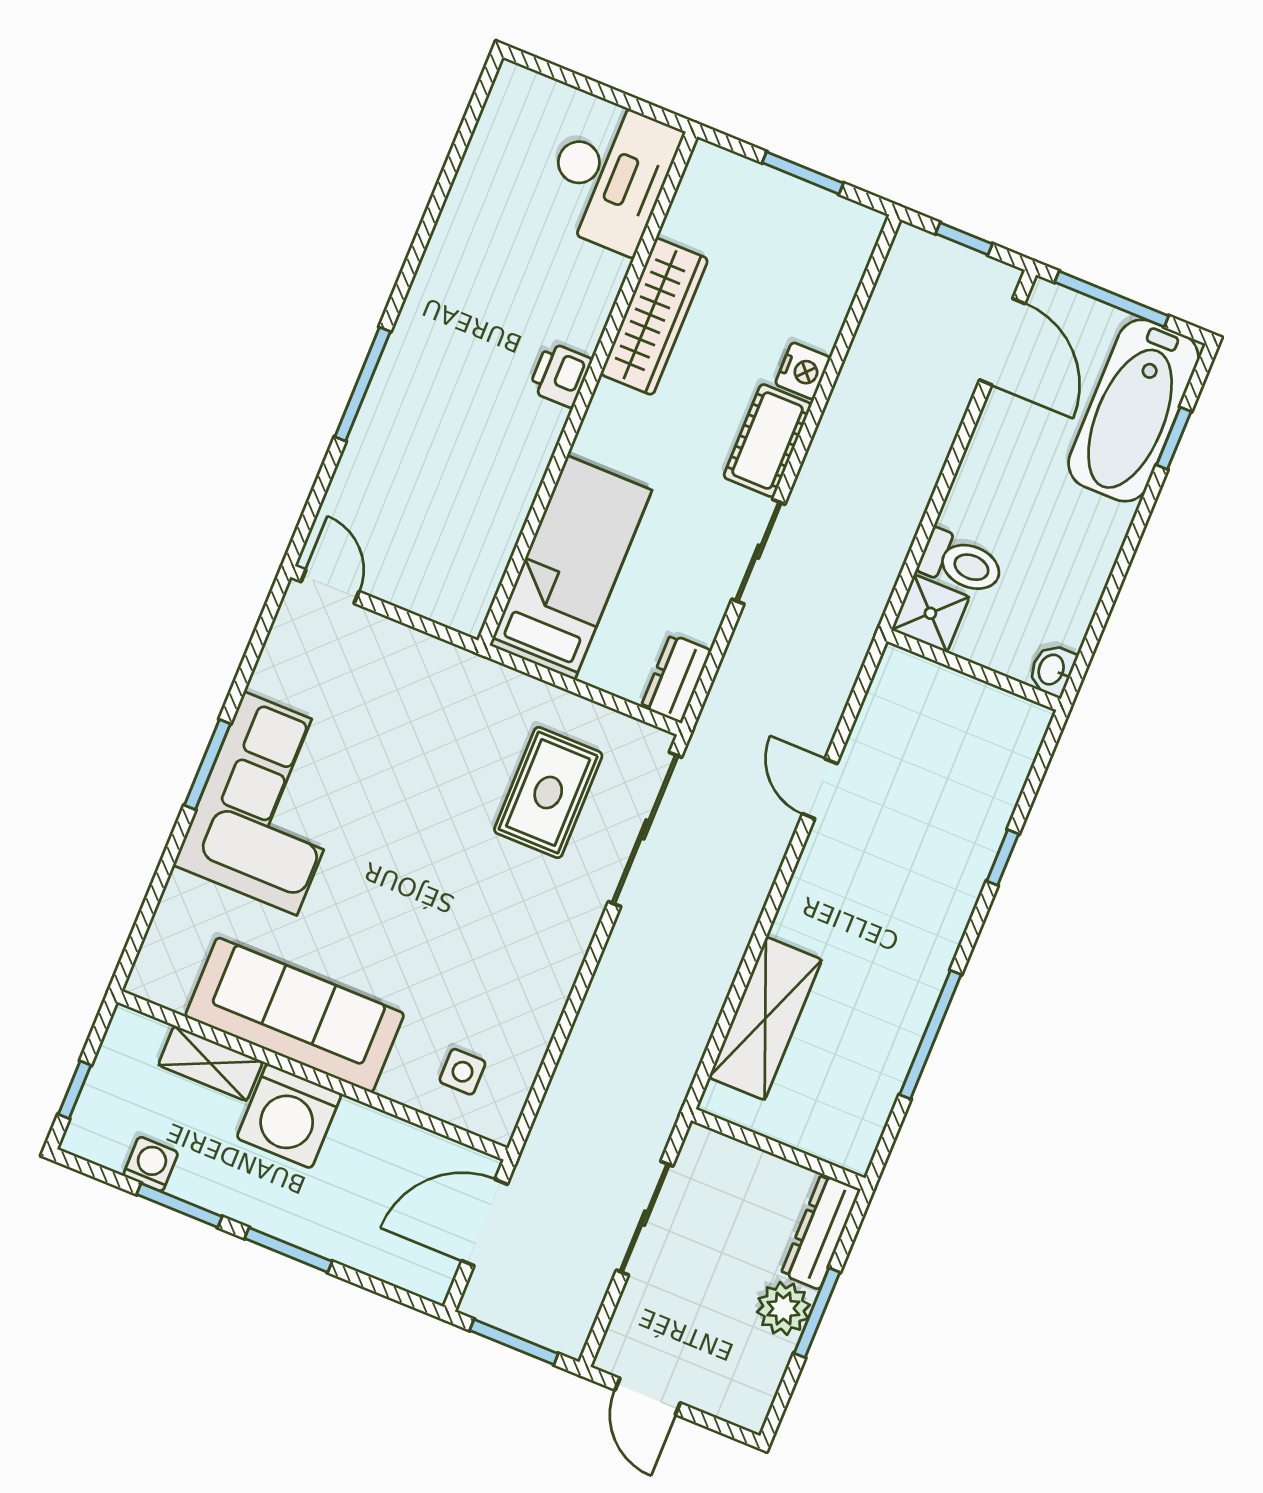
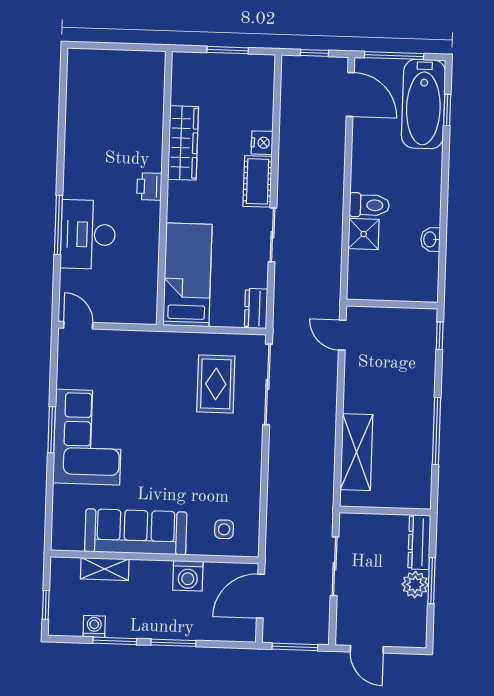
desk: (610, 175) -> (88, 234), moved, turned 180
wall: (974, 670) -> (392, 304), moved
washing machine: (289, 1116) -> (188, 576), moved, width x0.73, depth x0.73

